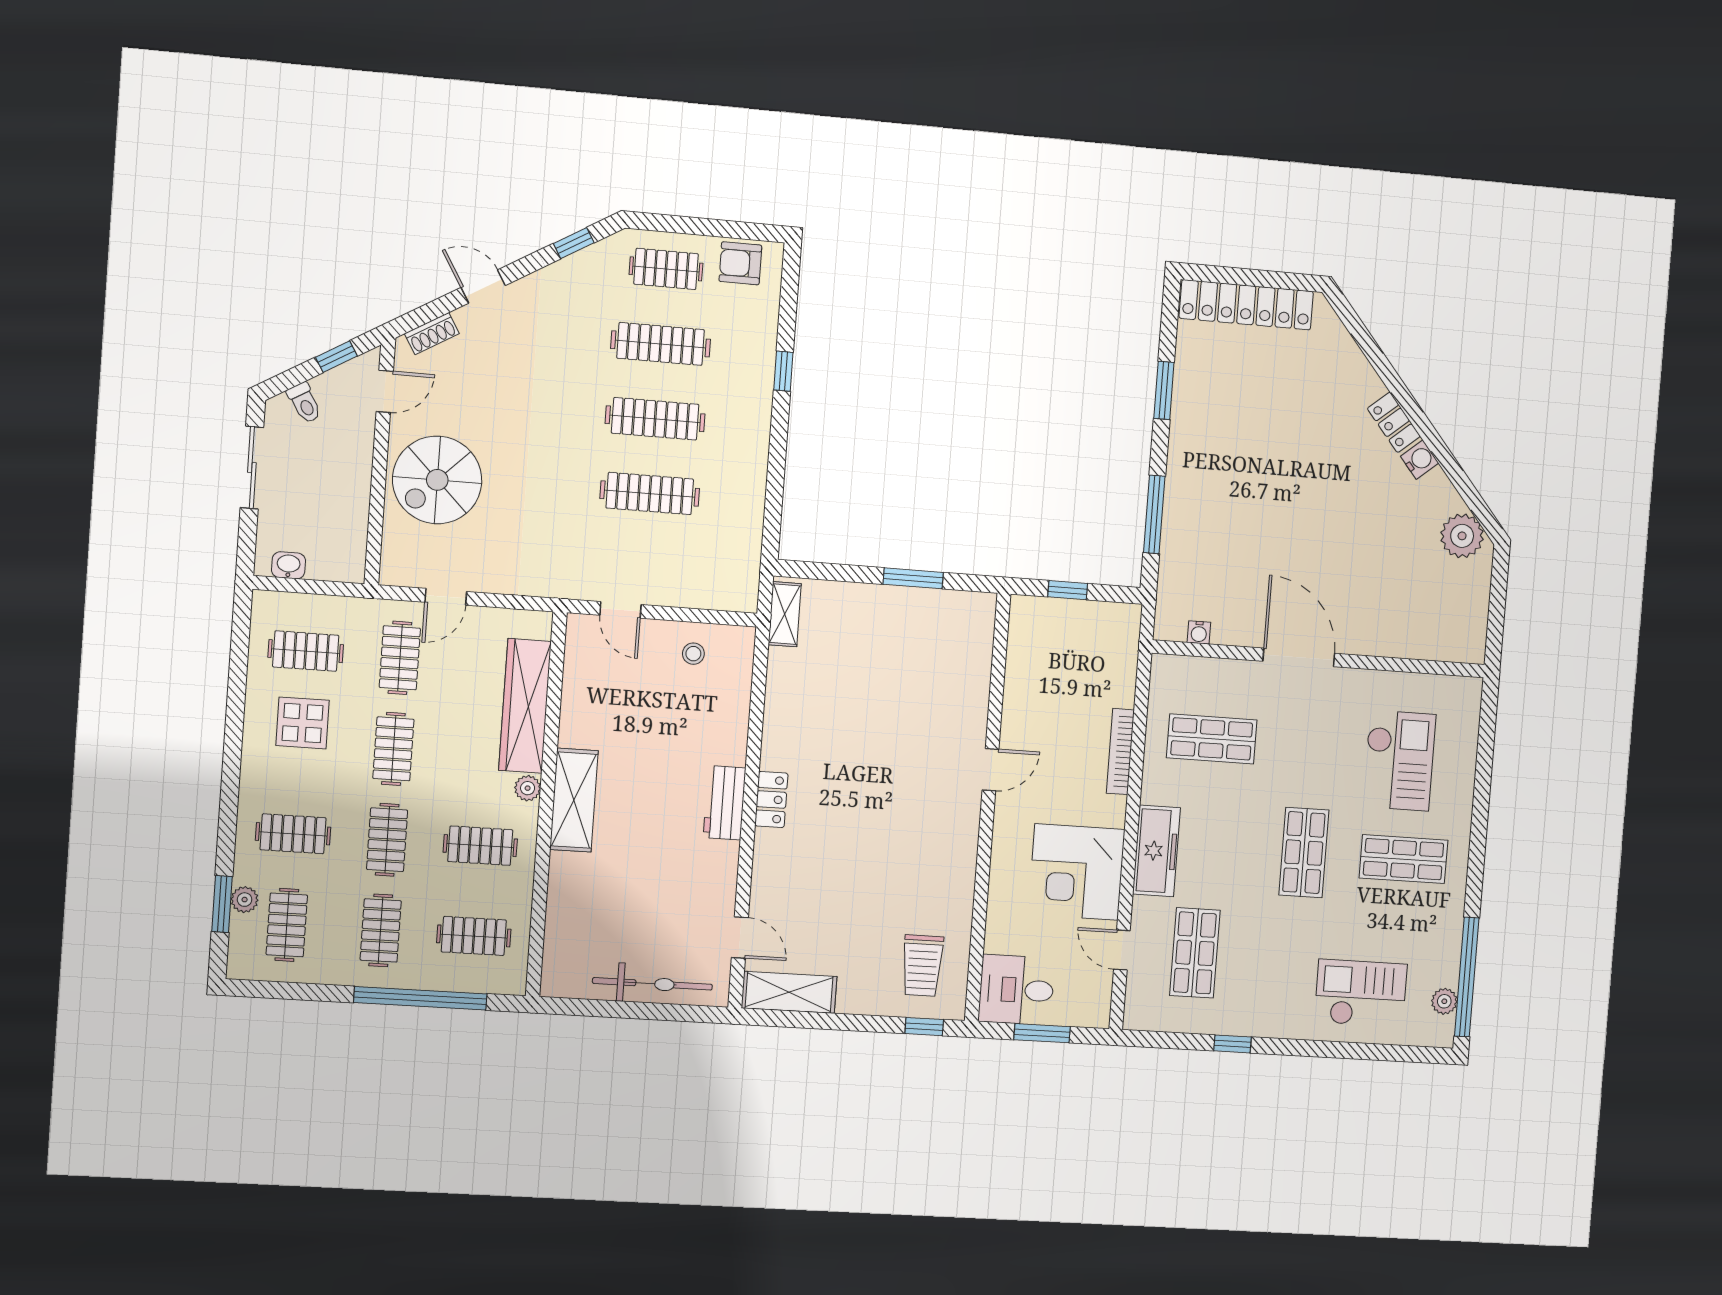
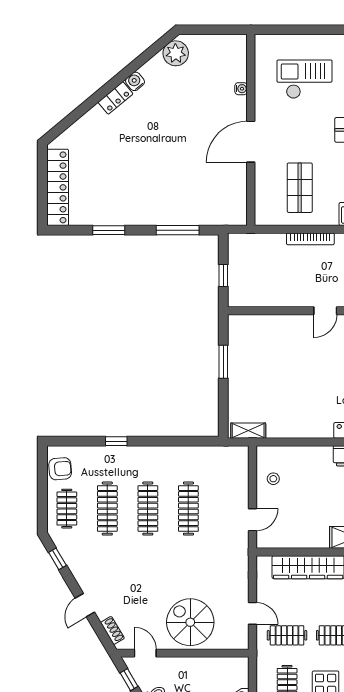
armchair: (740, 263) -> (60, 469), turned -95
spiral stairs: (437, 480) -> (190, 622), turned 180
water cooler: (1199, 632) -> (241, 89), moved
door: (990, 770) -> (325, 311), swing flipped

